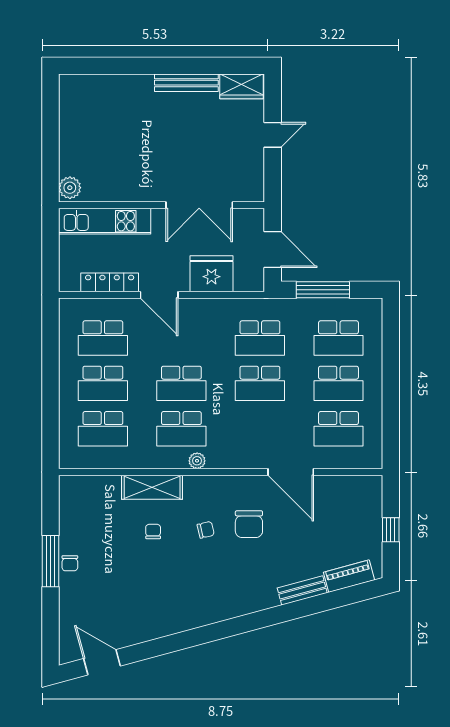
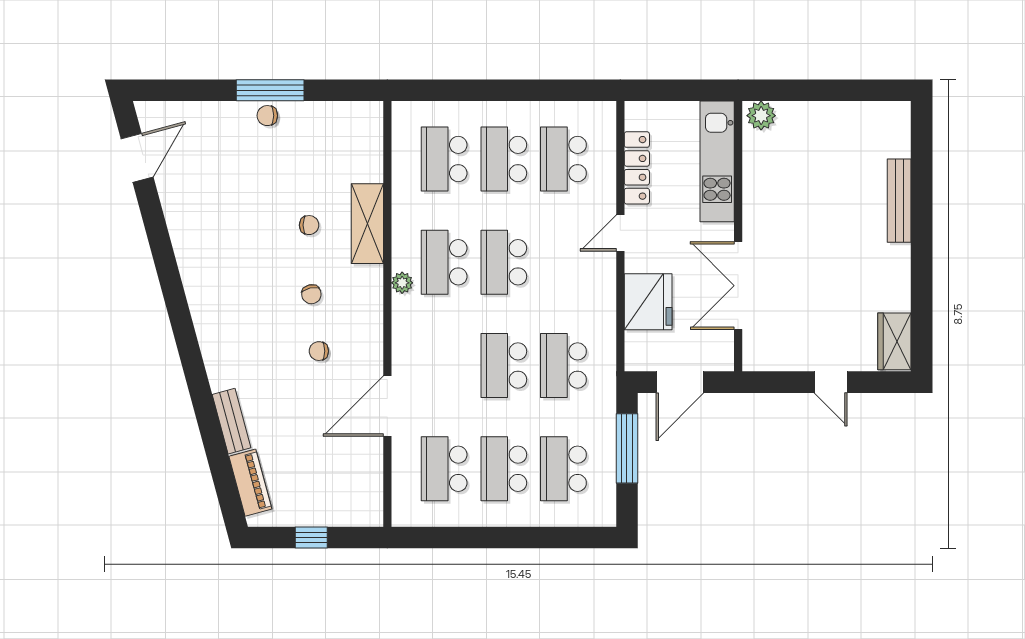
bench: (186, 83) -> (899, 201), moved
door: (159, 295) -> (620, 233), width x0.73
chair: (249, 524) -> (319, 351), width x0.54, depth x0.54

